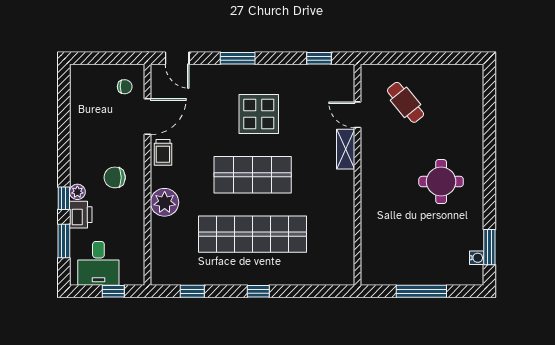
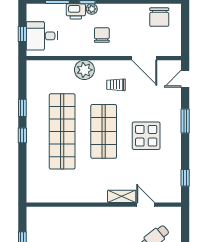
chair: (125, 87) -> (159, 17), moved, width x1.87, depth x1.87
door: (357, 115) -> (146, 205), hinge flipped
trolley: (163, 152) -> (116, 85), moved
desk: (98, 263) -> (42, 36), moved
window: (192, 291) -> (22, 108), moved

